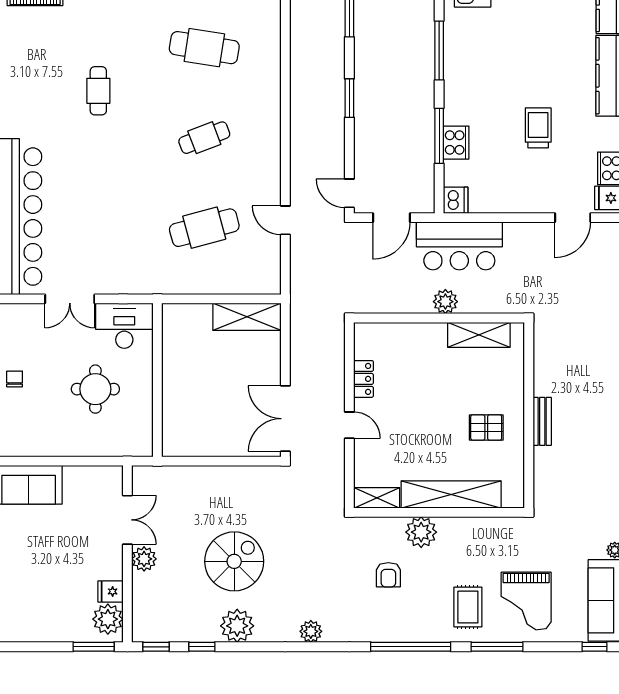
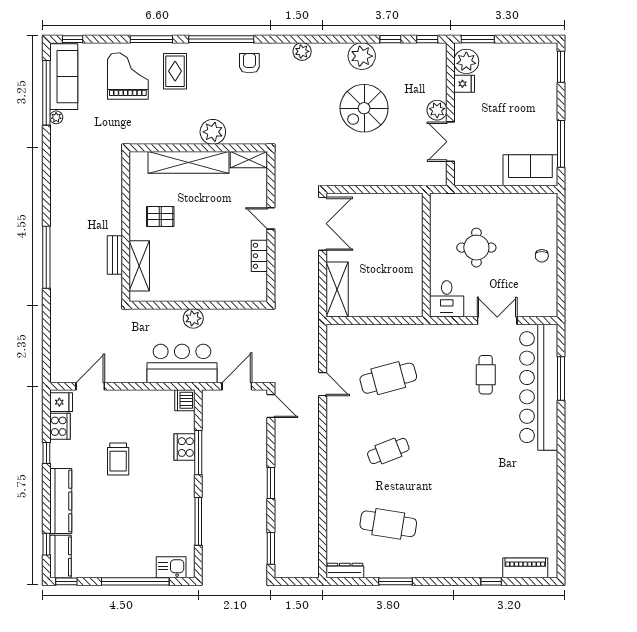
cafe table: (98, 91) -> (486, 375), moved
shelving: (247, 317) -> (337, 290), moved, turned 90
desk: (124, 326) -> (447, 299), width x0.73
shelving: (479, 335) -> (139, 266), moved, turned 90
bench: (542, 421) -> (115, 255), moved
armchair: (388, 575) -> (249, 63), moved

